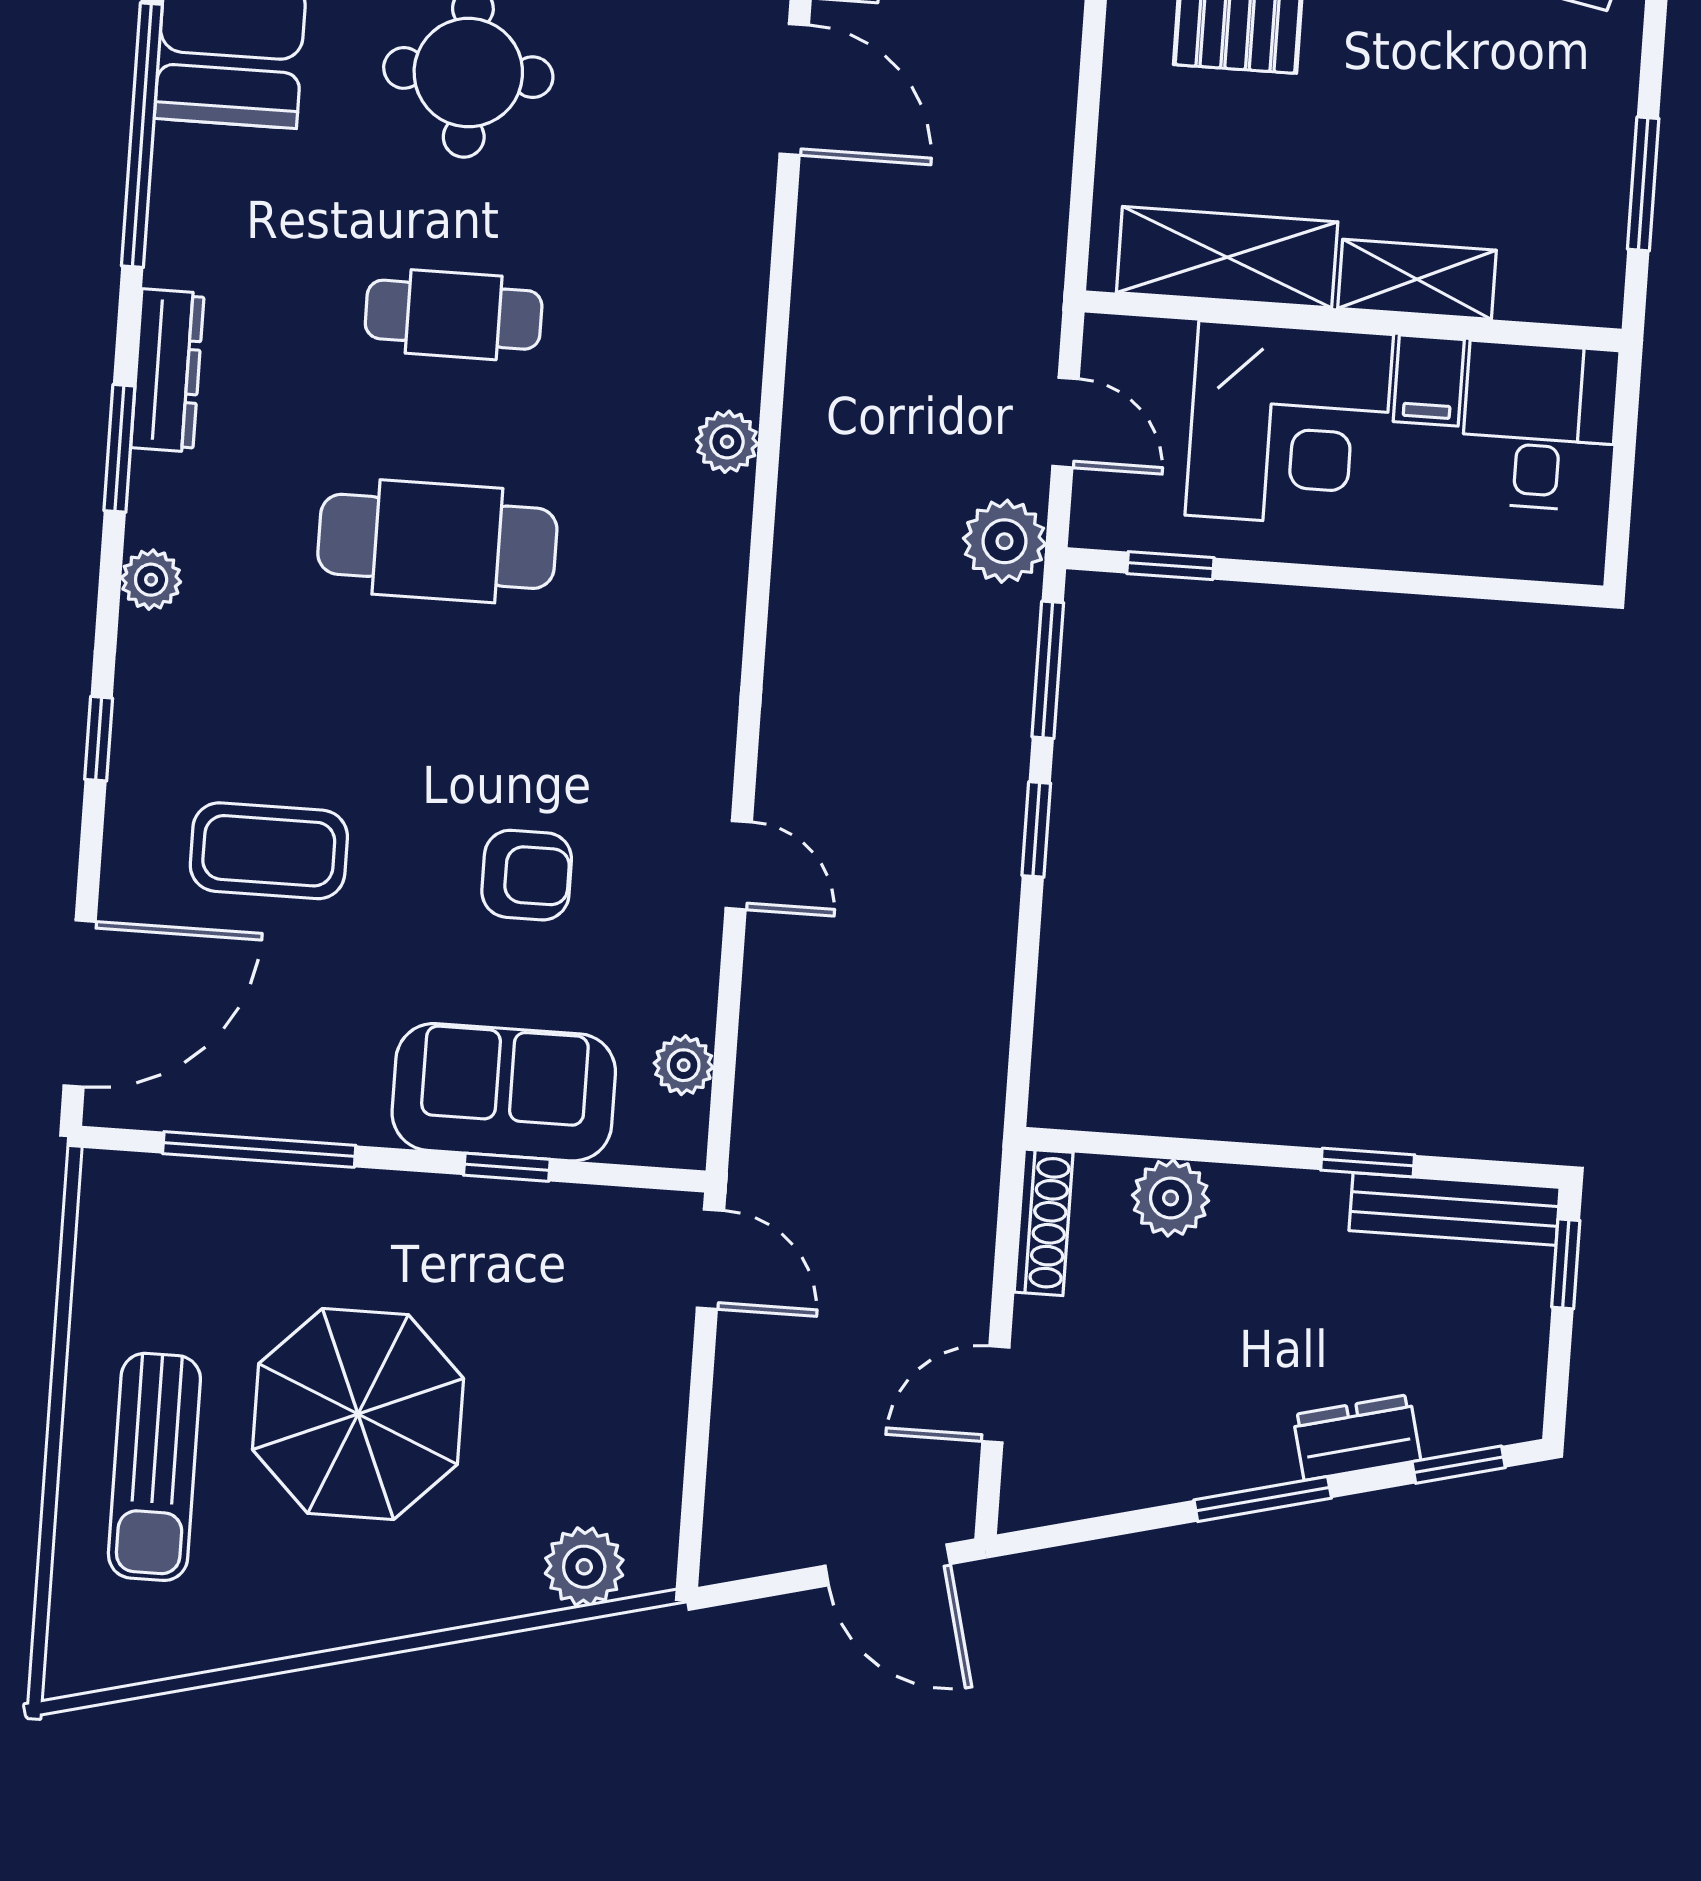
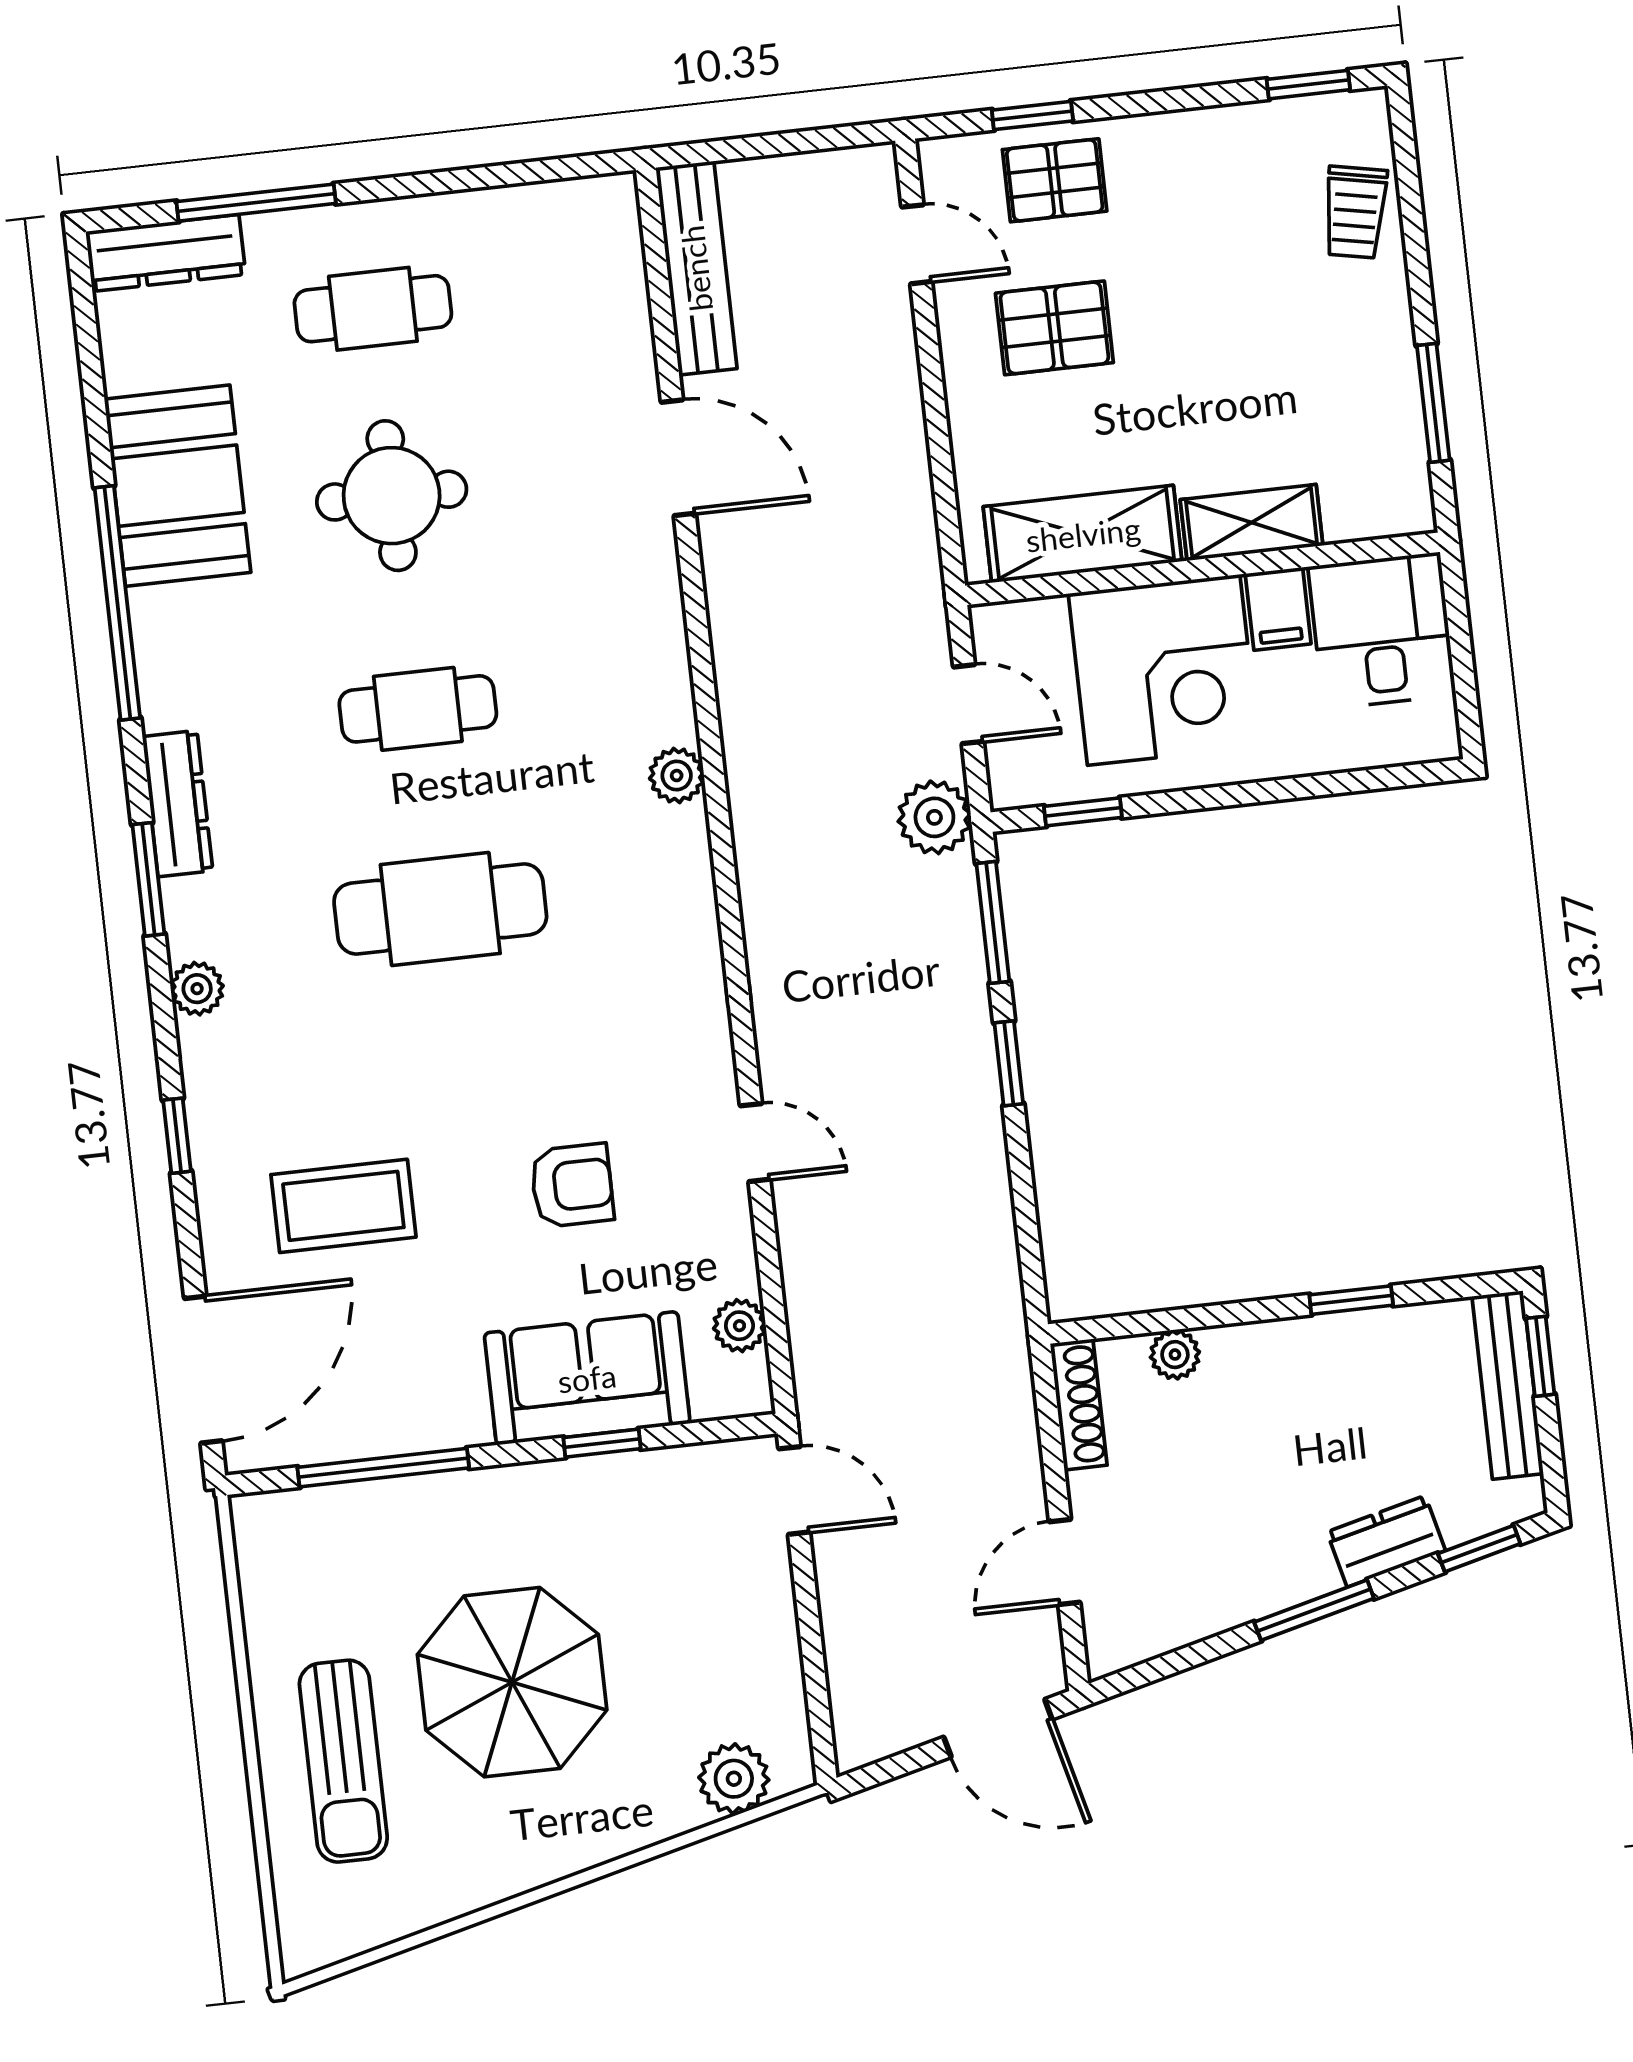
plant: (1171, 1198) -> (1175, 1355), width x0.73, depth x0.73
bench: (1455, 1209) -> (1508, 1385), moved, turned 90

